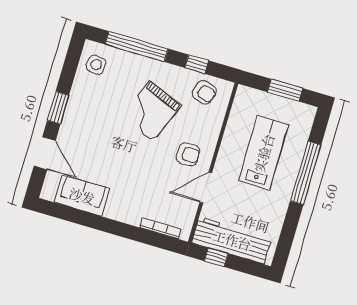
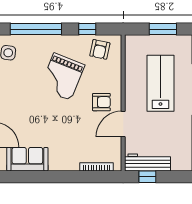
armchair: (204, 92) -> (100, 49), turned 83
workbench: (232, 240) -> (147, 163), width x0.73, depth x0.76

